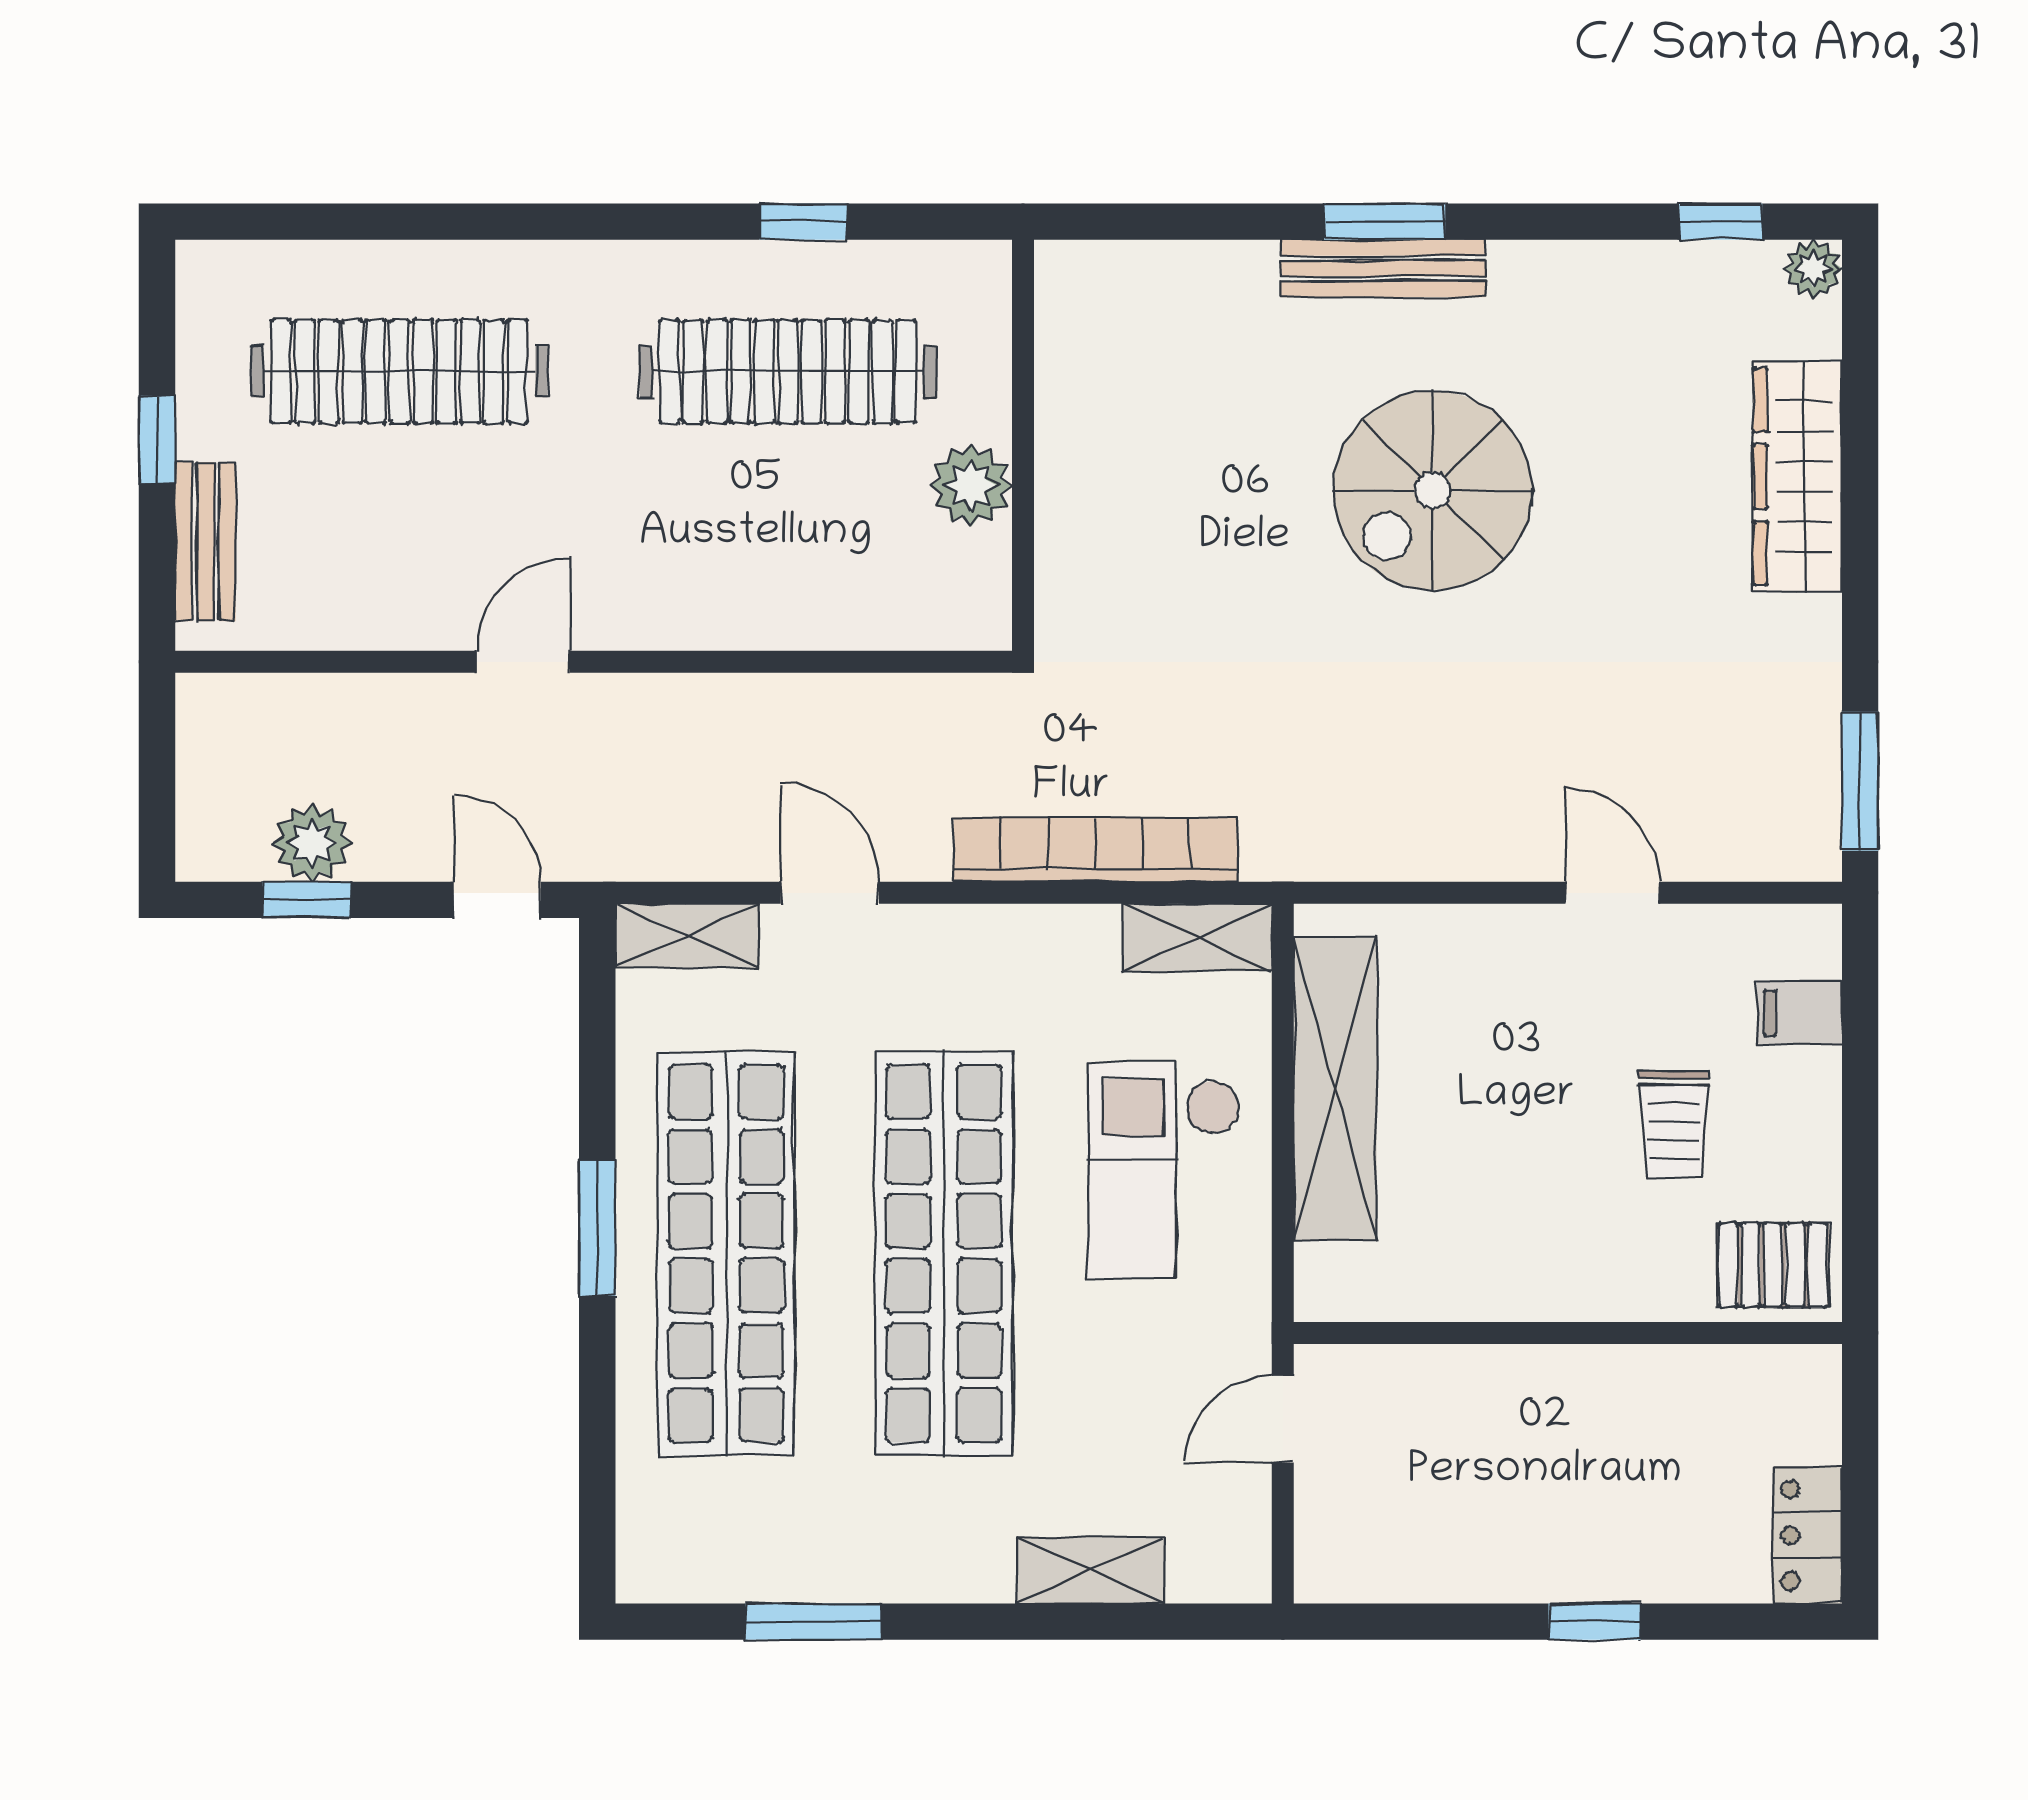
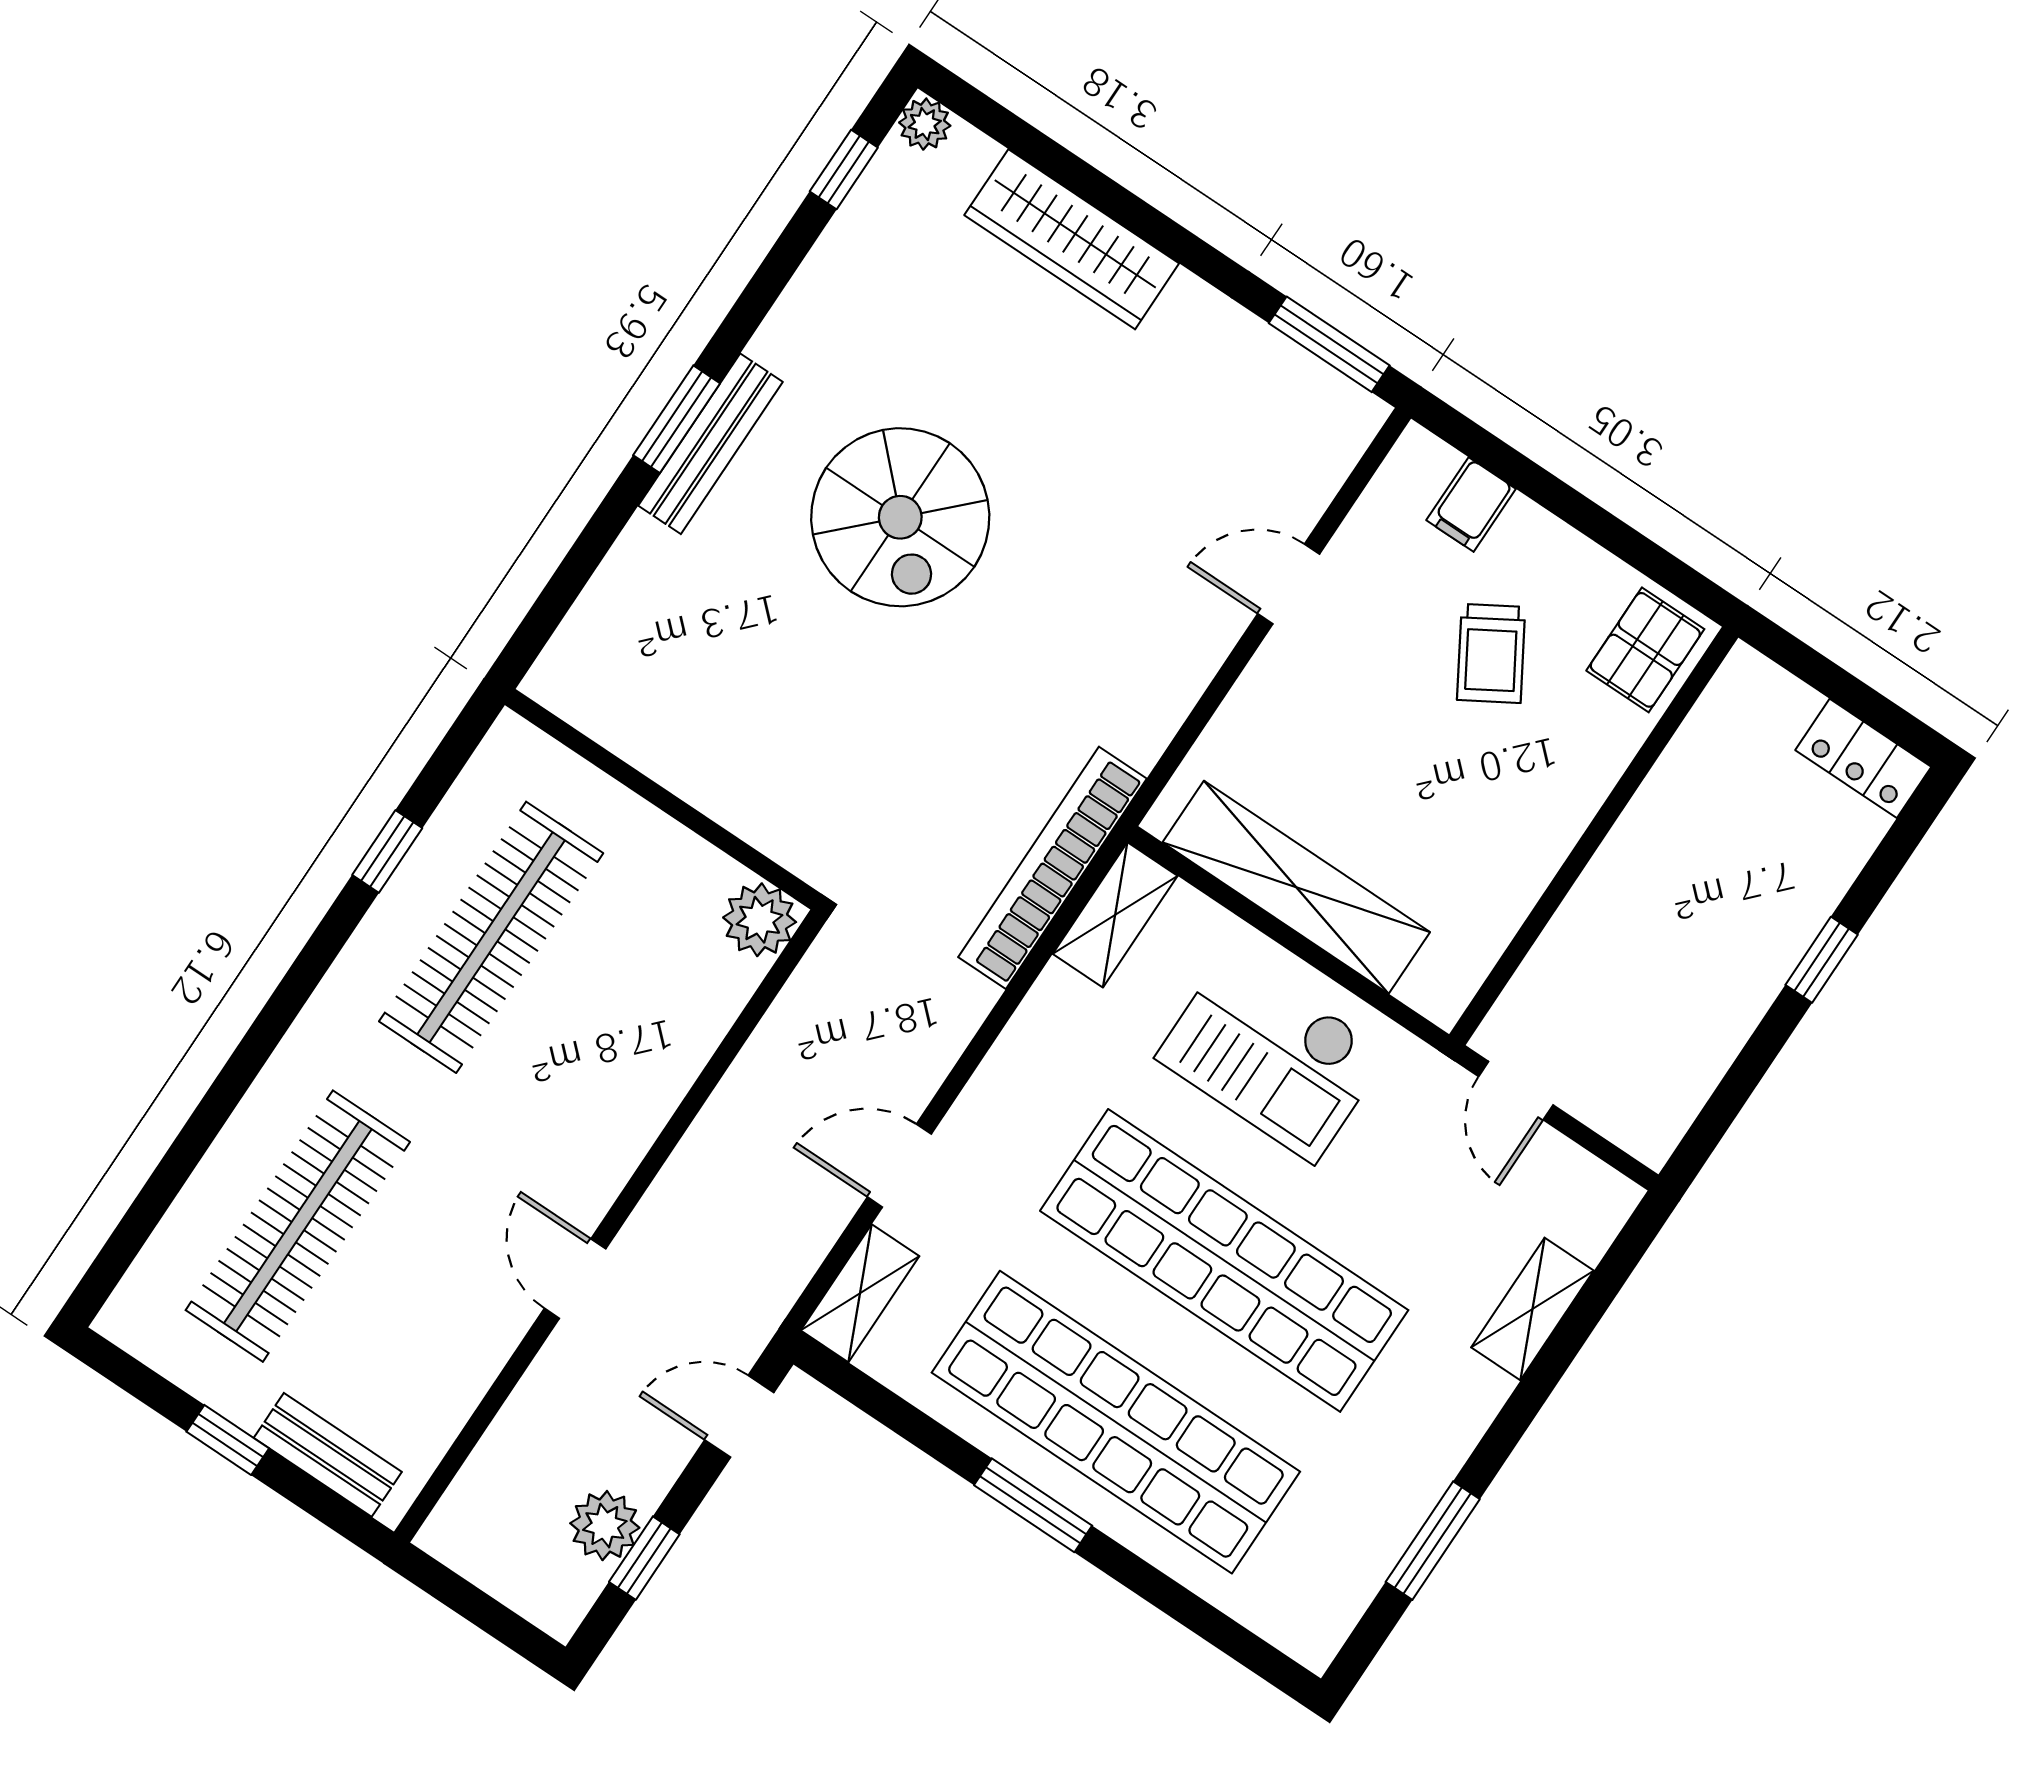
plant: (971, 486) -> (760, 920), moved
bookcase: (1095, 850) -> (1052, 868), moved
trolley: (1674, 1124) -> (1491, 653), turned 59

